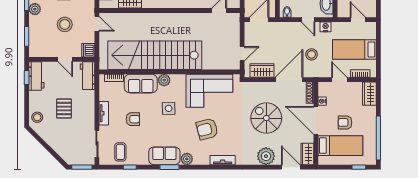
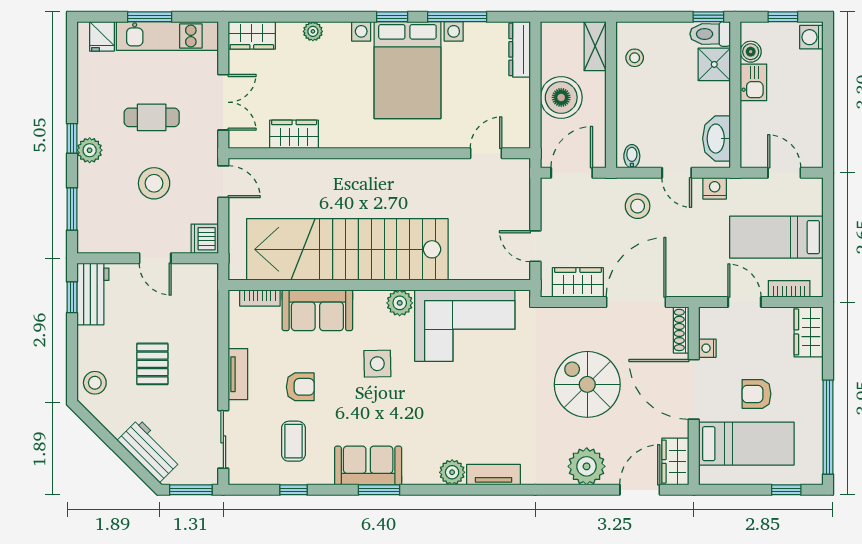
door: (242, 54) -> (535, 246), swing flipped
stool: (312, 54) -> (638, 206), moved
workbench: (87, 76) -> (149, 451), moved, turned 135
plant: (164, 80) -> (400, 303), moved
armchair: (207, 129) -> (460, 408), removed
coffee table: (120, 152) -> (293, 441), moved
plant: (187, 159) -> (452, 472), moved
door: (291, 167) -> (640, 490), hinge flipped

